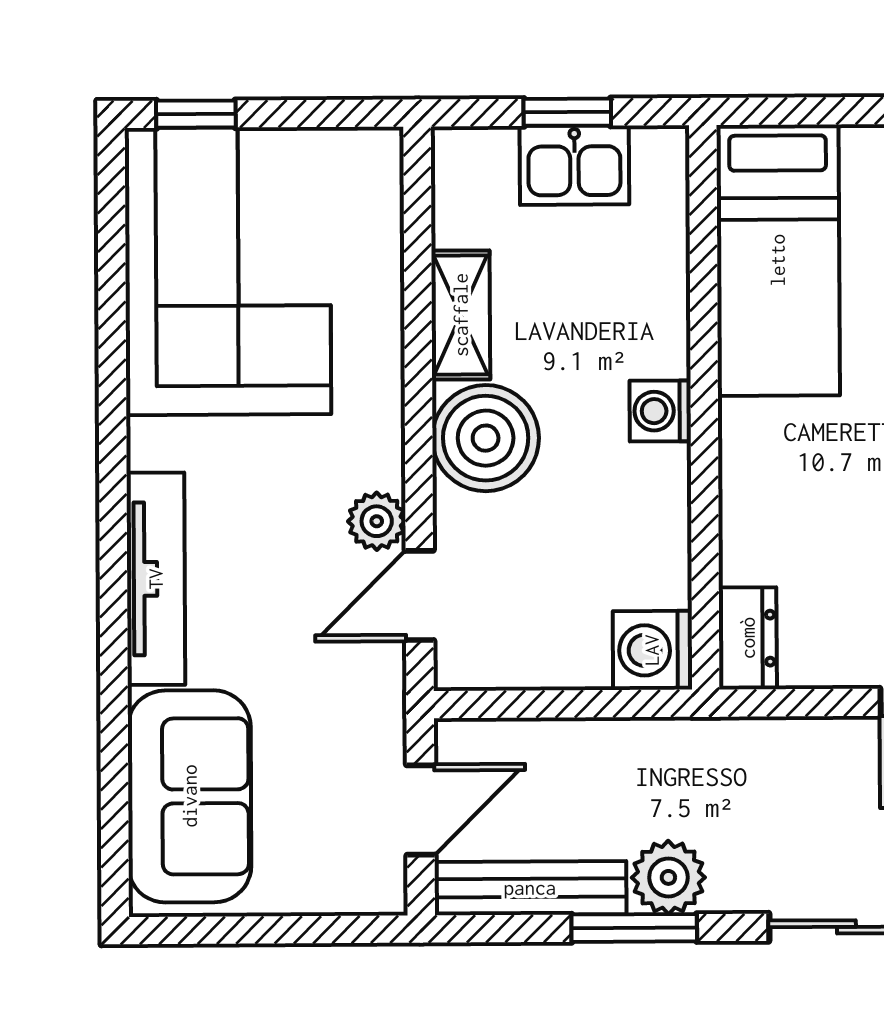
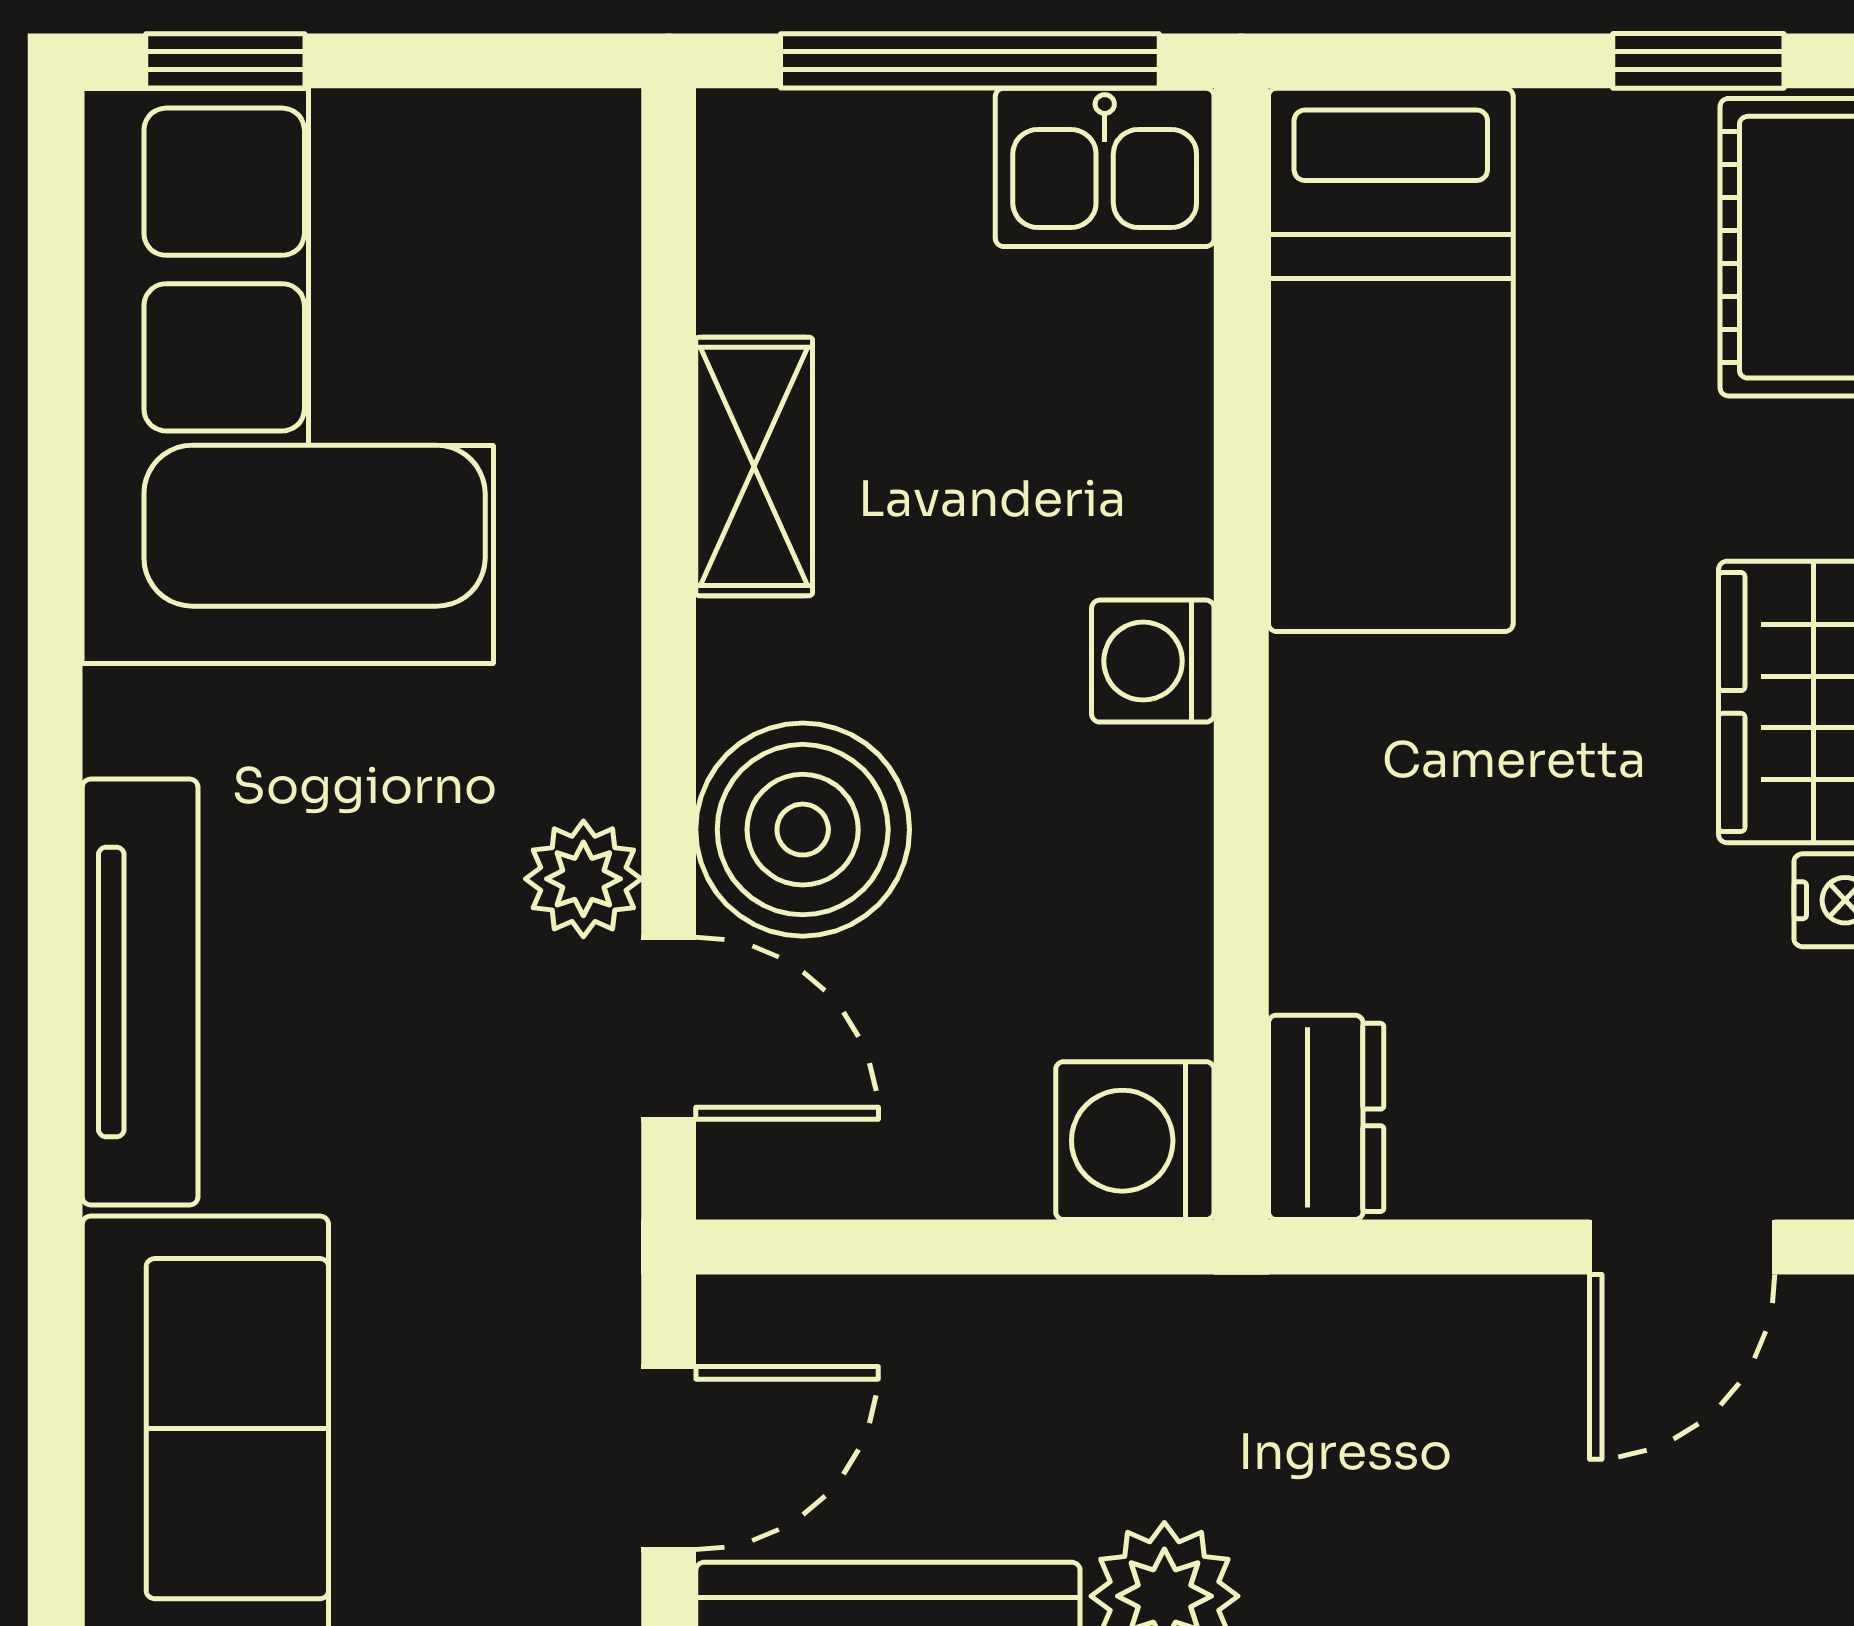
window: (567, 112) -> (970, 61), width x2.17
kitchen sink: (574, 165) -> (1105, 167), moved
boiler: (486, 438) -> (803, 830), moved
door: (420, 595) -> (669, 1028), swing flipped

